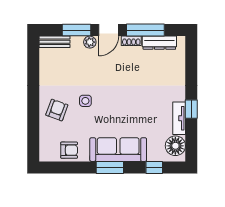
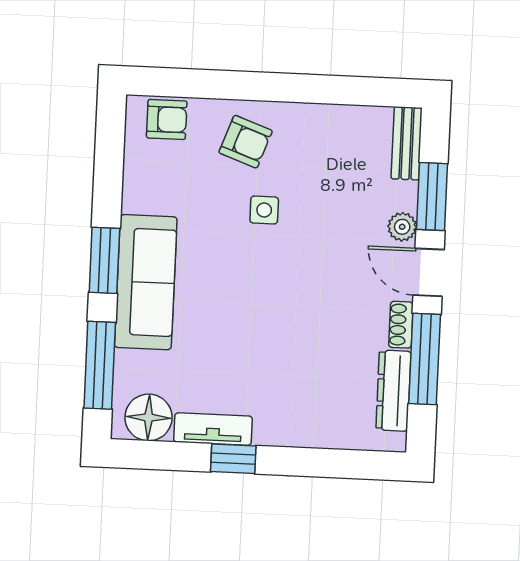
armchair: (69, 150) -> (167, 119), moved, turned -90
window: (154, 167) -> (100, 365), width x2.17

